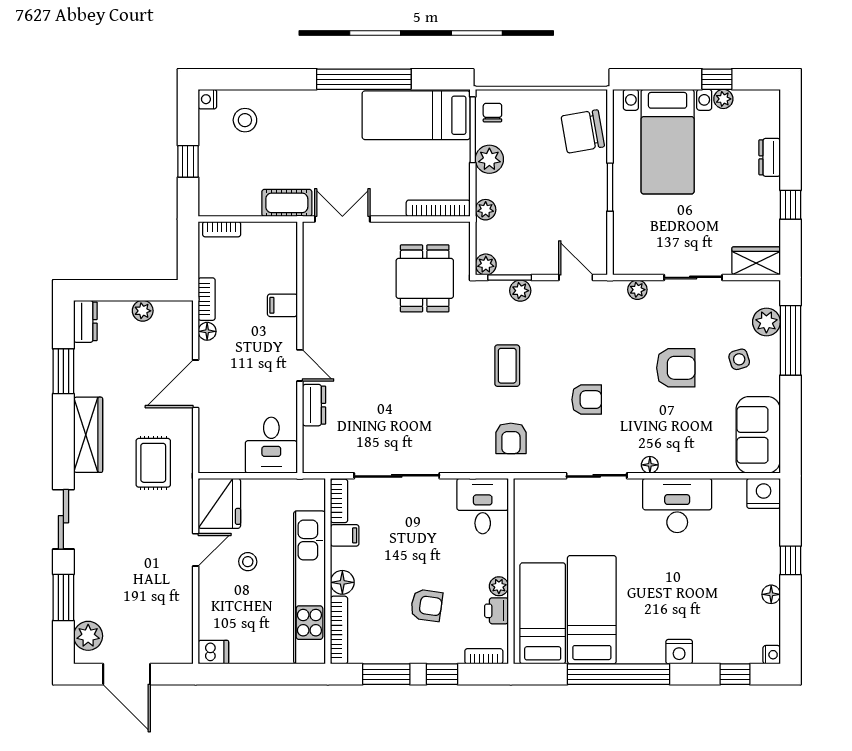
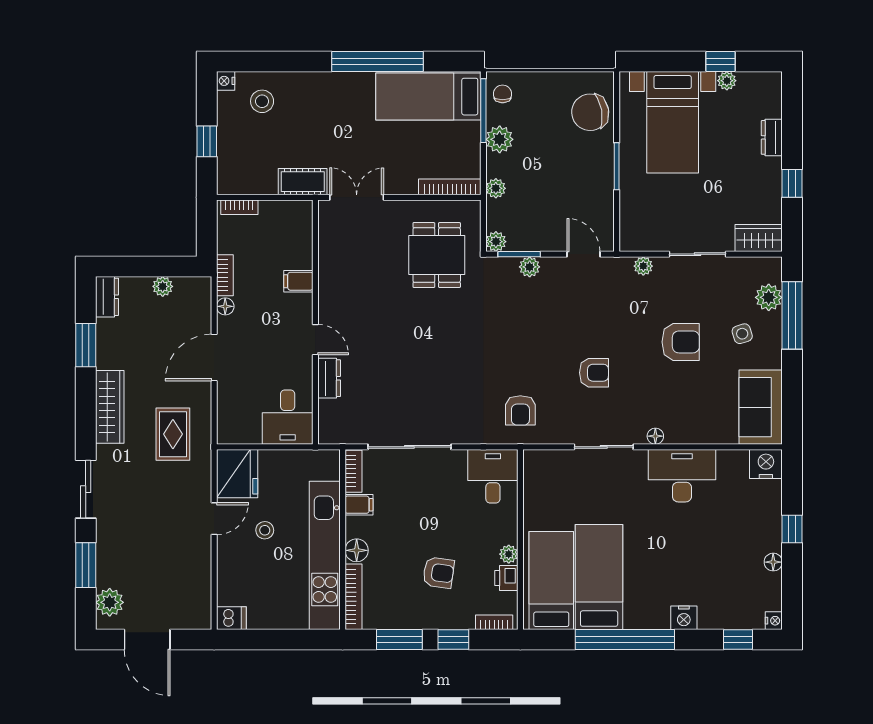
coffee table: (507, 366) -> (517, 340), removed

